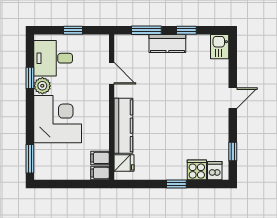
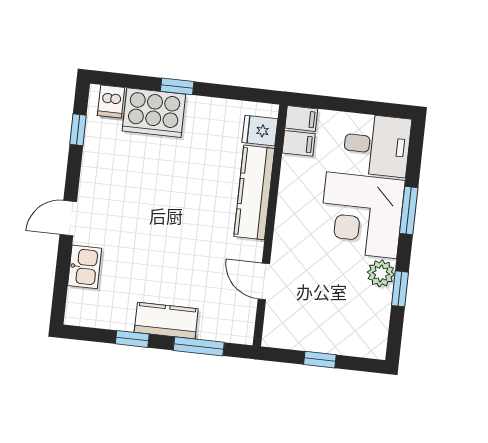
kitchen sink: (220, 47) -> (85, 267), moved
desk: (53, 58) -> (377, 145), moved
window: (30, 159) -> (409, 211), moved
cooker: (197, 170) -> (154, 113), width x1.87, depth x1.31

